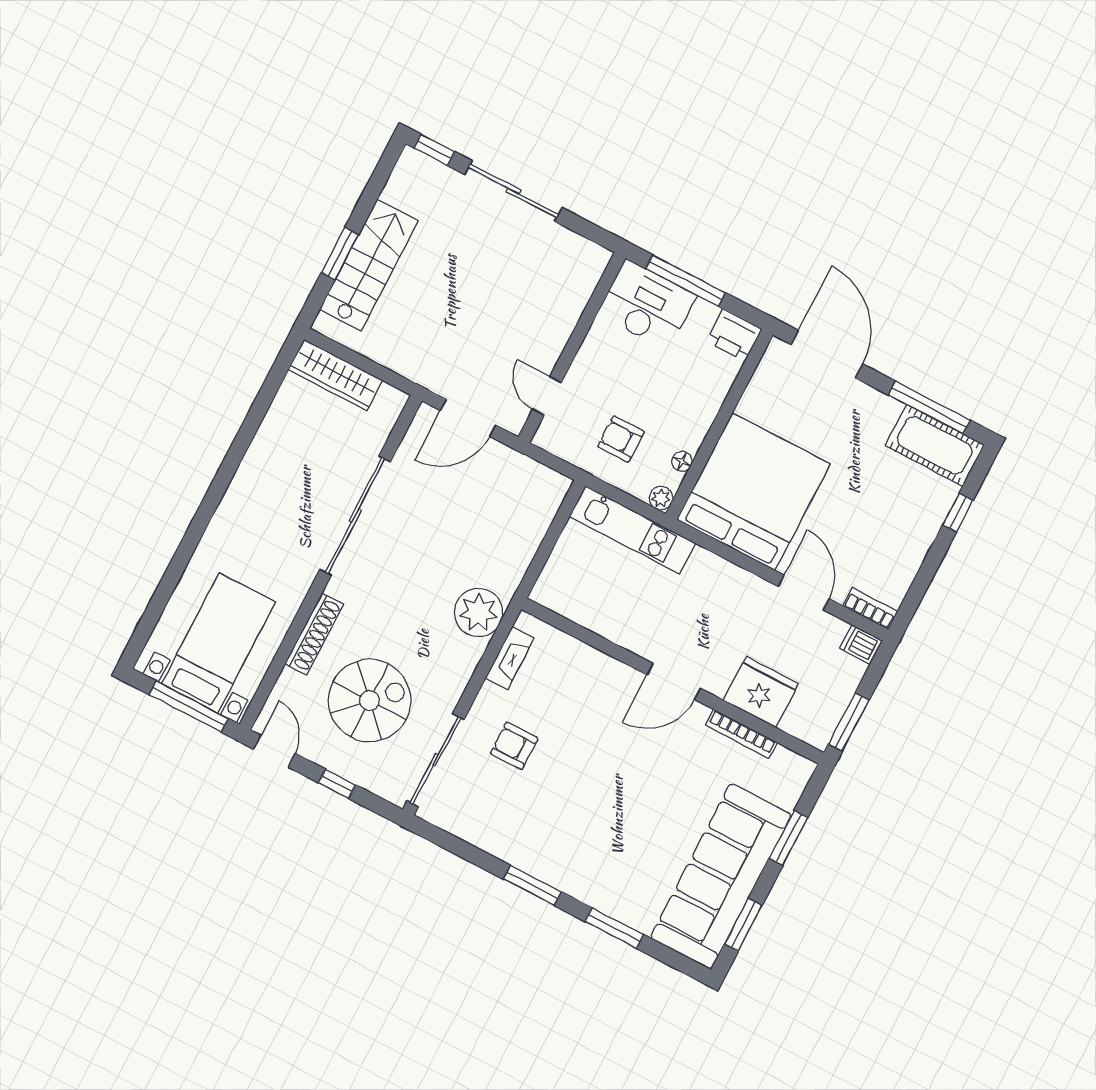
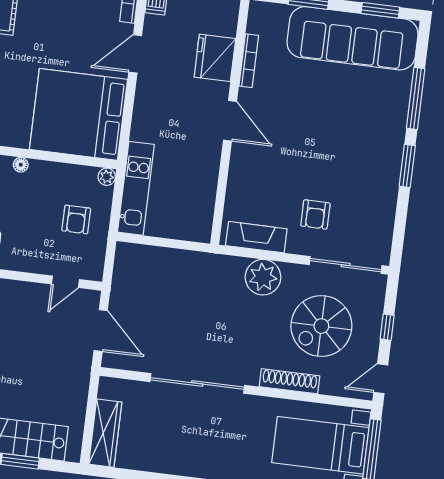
floor lamp: (682, 461) -> (21, 165), moved
plant: (478, 612) -> (263, 277), moved
fireplace: (510, 658) -> (256, 237), width x1.37, depth x1.32
spiral stairs: (369, 701) -> (321, 326), turned -90
window: (614, 928) -> (416, 98), width x1.44

